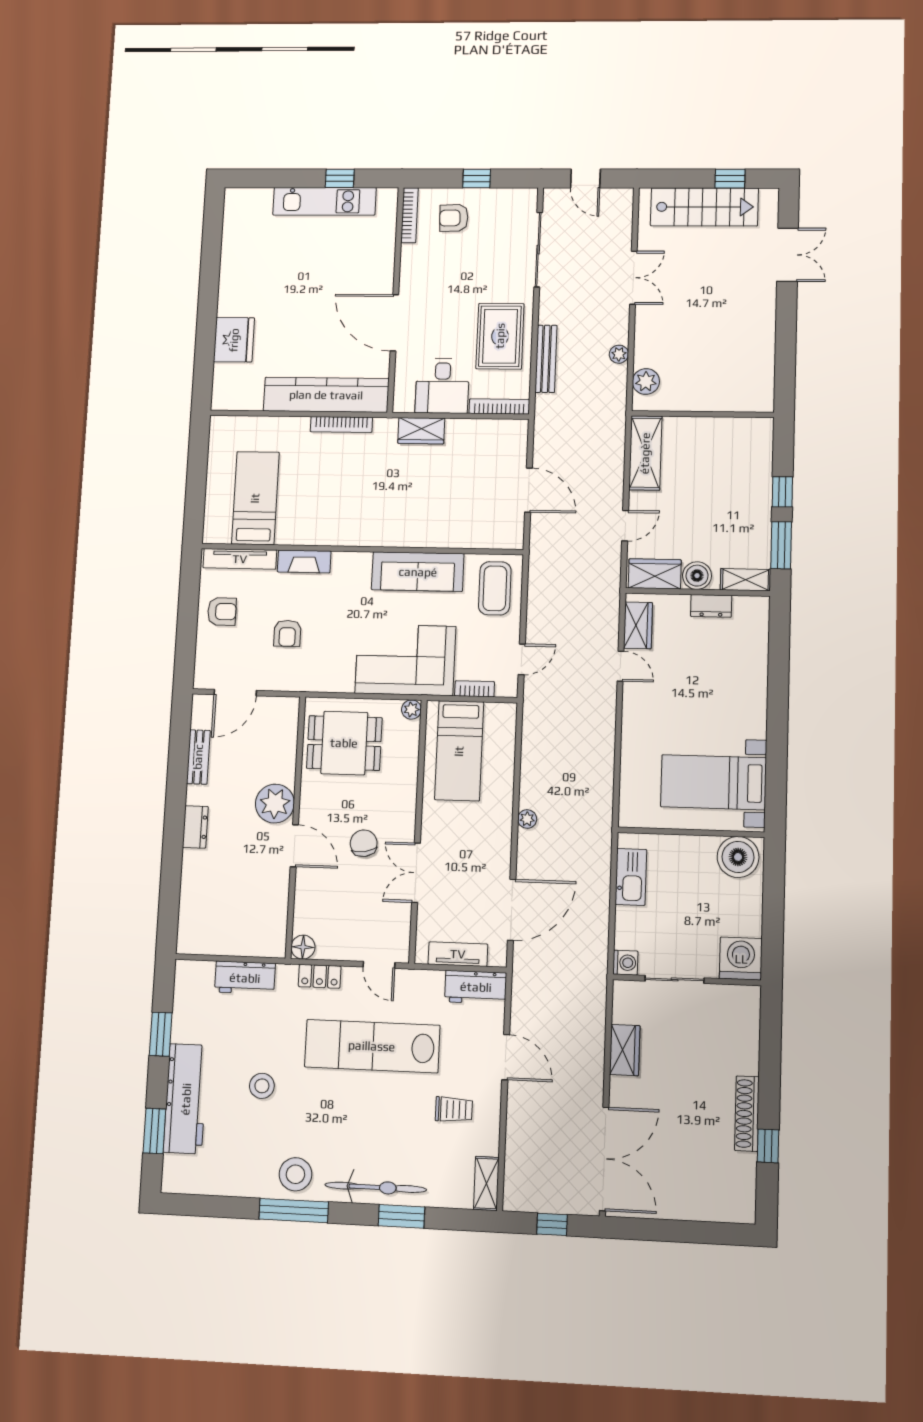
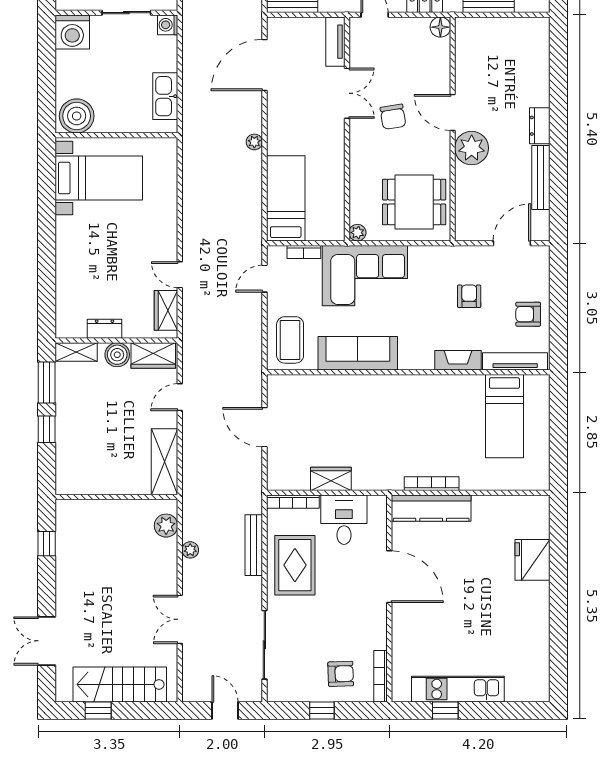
window: (785, 363) -> (47, 544), added
kitchen counter: (326, 395) -> (431, 508), width x0.72, depth x0.86
wardrobe: (421, 431) -> (331, 479), moved
bed: (459, 751) -> (286, 198), moved
bench: (198, 757) -> (541, 178), width x1.36
tv unit: (458, 954) -> (335, 42), moved, turned 90

